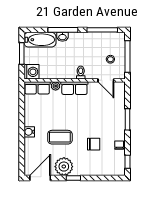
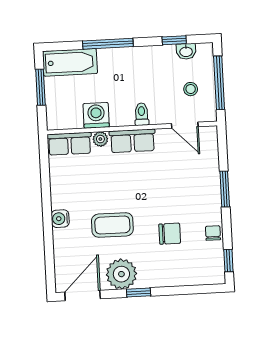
window: (102, 30) -> (174, 40), width x0.46
washbasin: (62, 37) -> (186, 51), moved
washing machine: (31, 72) -> (96, 115), moved, turned -90

